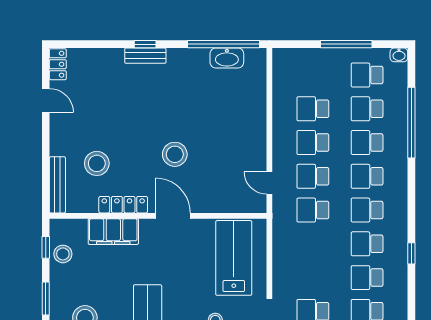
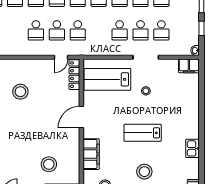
school desk: (313, 109) -> (120, 30), moved
stool: (175, 154) -> (20, 92), moved
locker: (123, 205) -> (74, 75), moved

